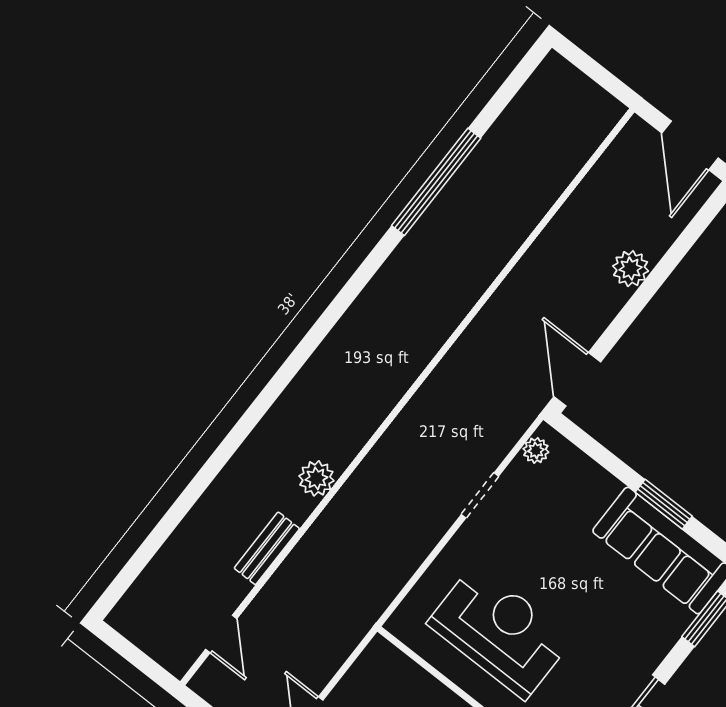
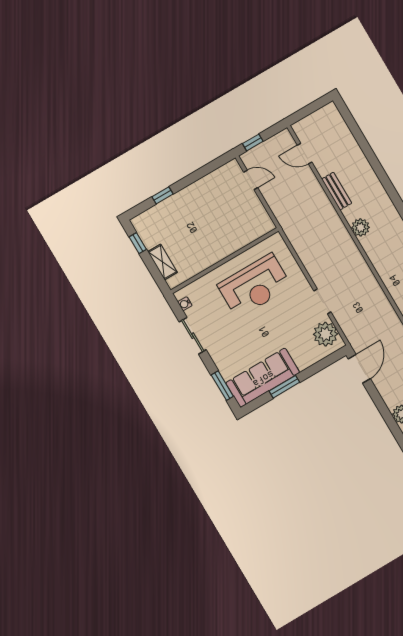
door: (577, 379) -> (359, 369), hinge flipped
plant: (536, 450) -> (325, 334), width x1.88, depth x1.88

